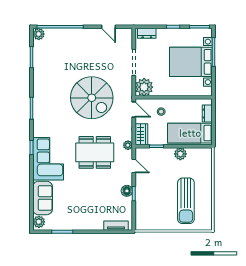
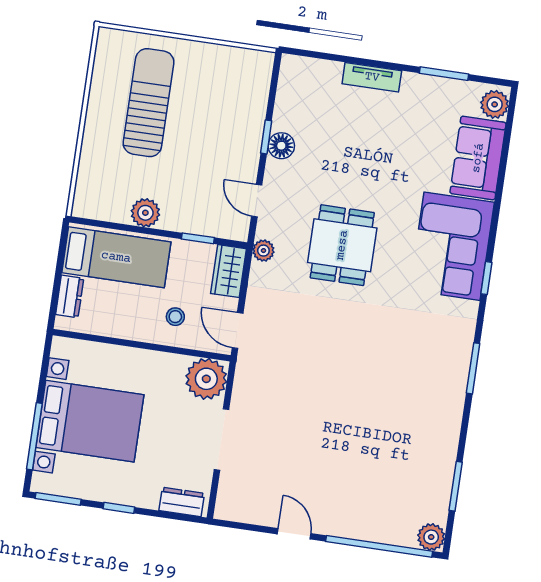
door: (108, 27) -> (294, 534), moved
spiral stairs: (92, 98) -> (331, 372), removed
dining table: (95, 152) -> (342, 245), width x0.73
tv unit: (116, 226) -> (372, 77), moved

